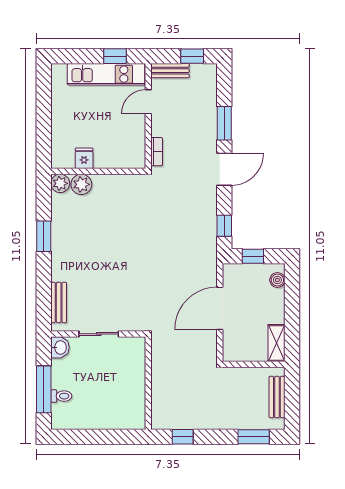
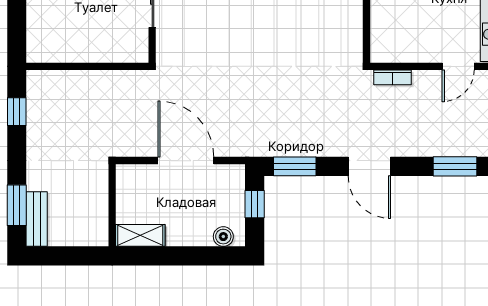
door: (148, 102) -> (458, 66), swing flipped
window: (224, 123) -> (455, 166), moved
window: (224, 226) -> (295, 166), width x1.50
bench: (277, 397) -> (37, 219), moved, turned 90

